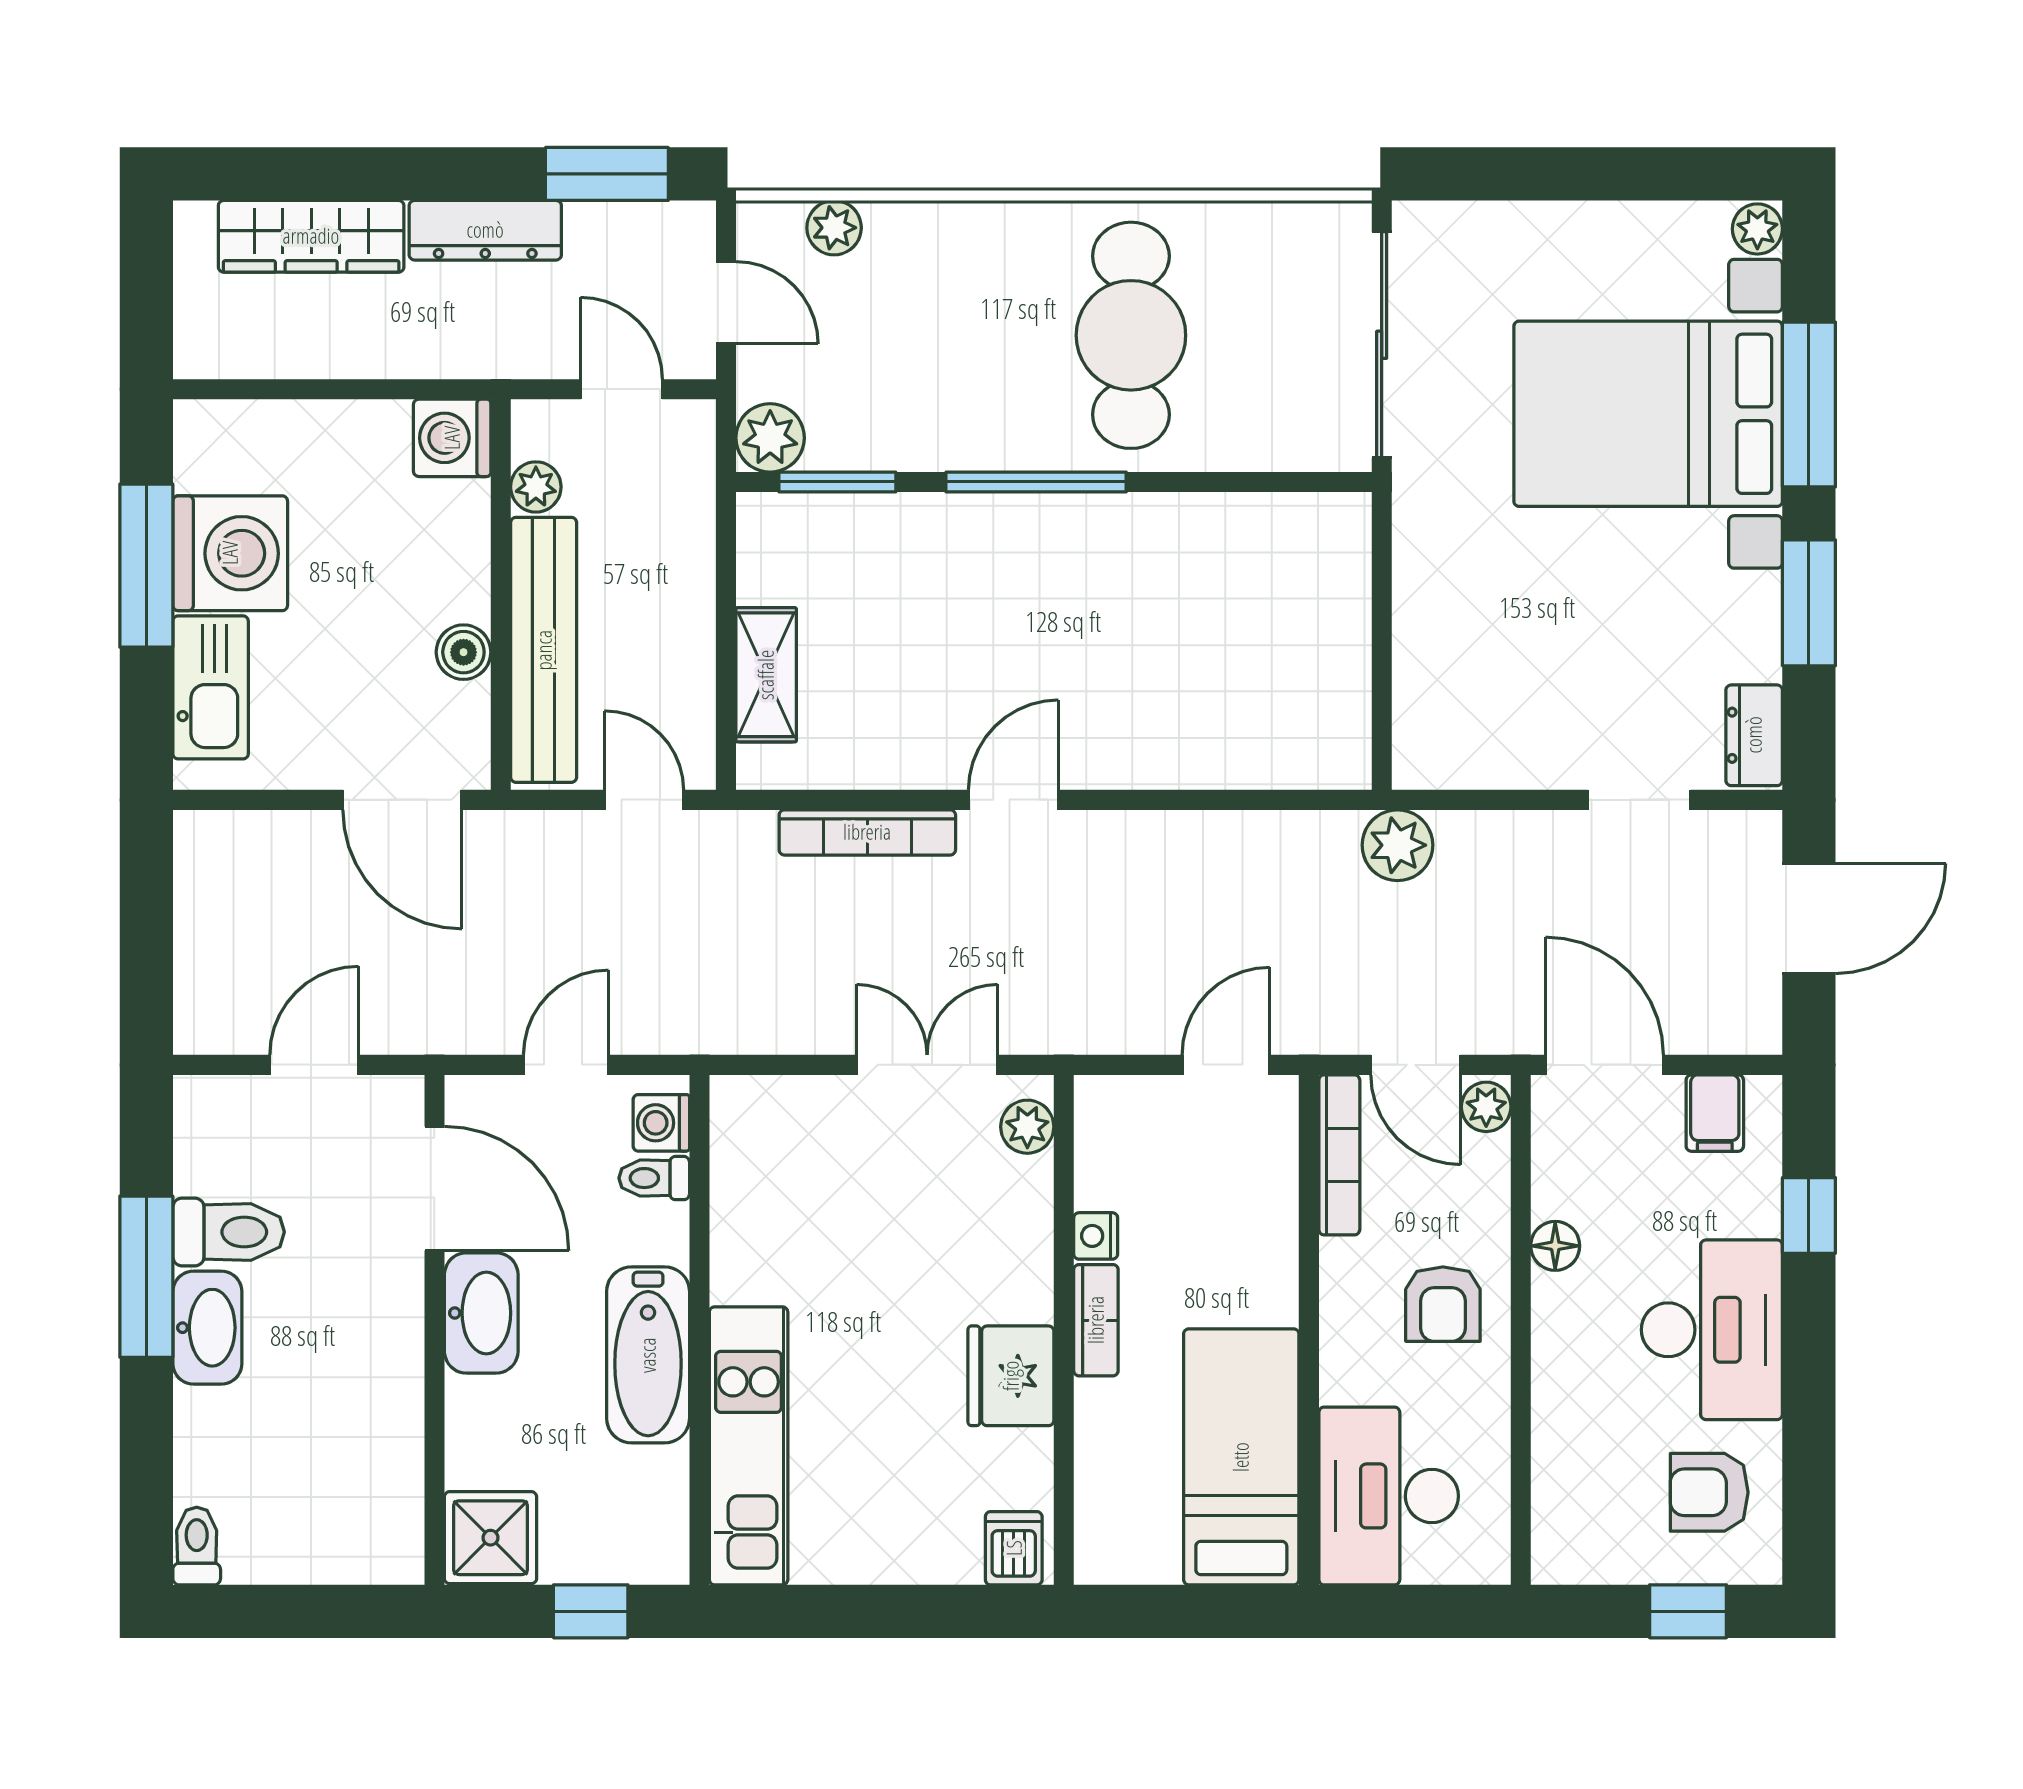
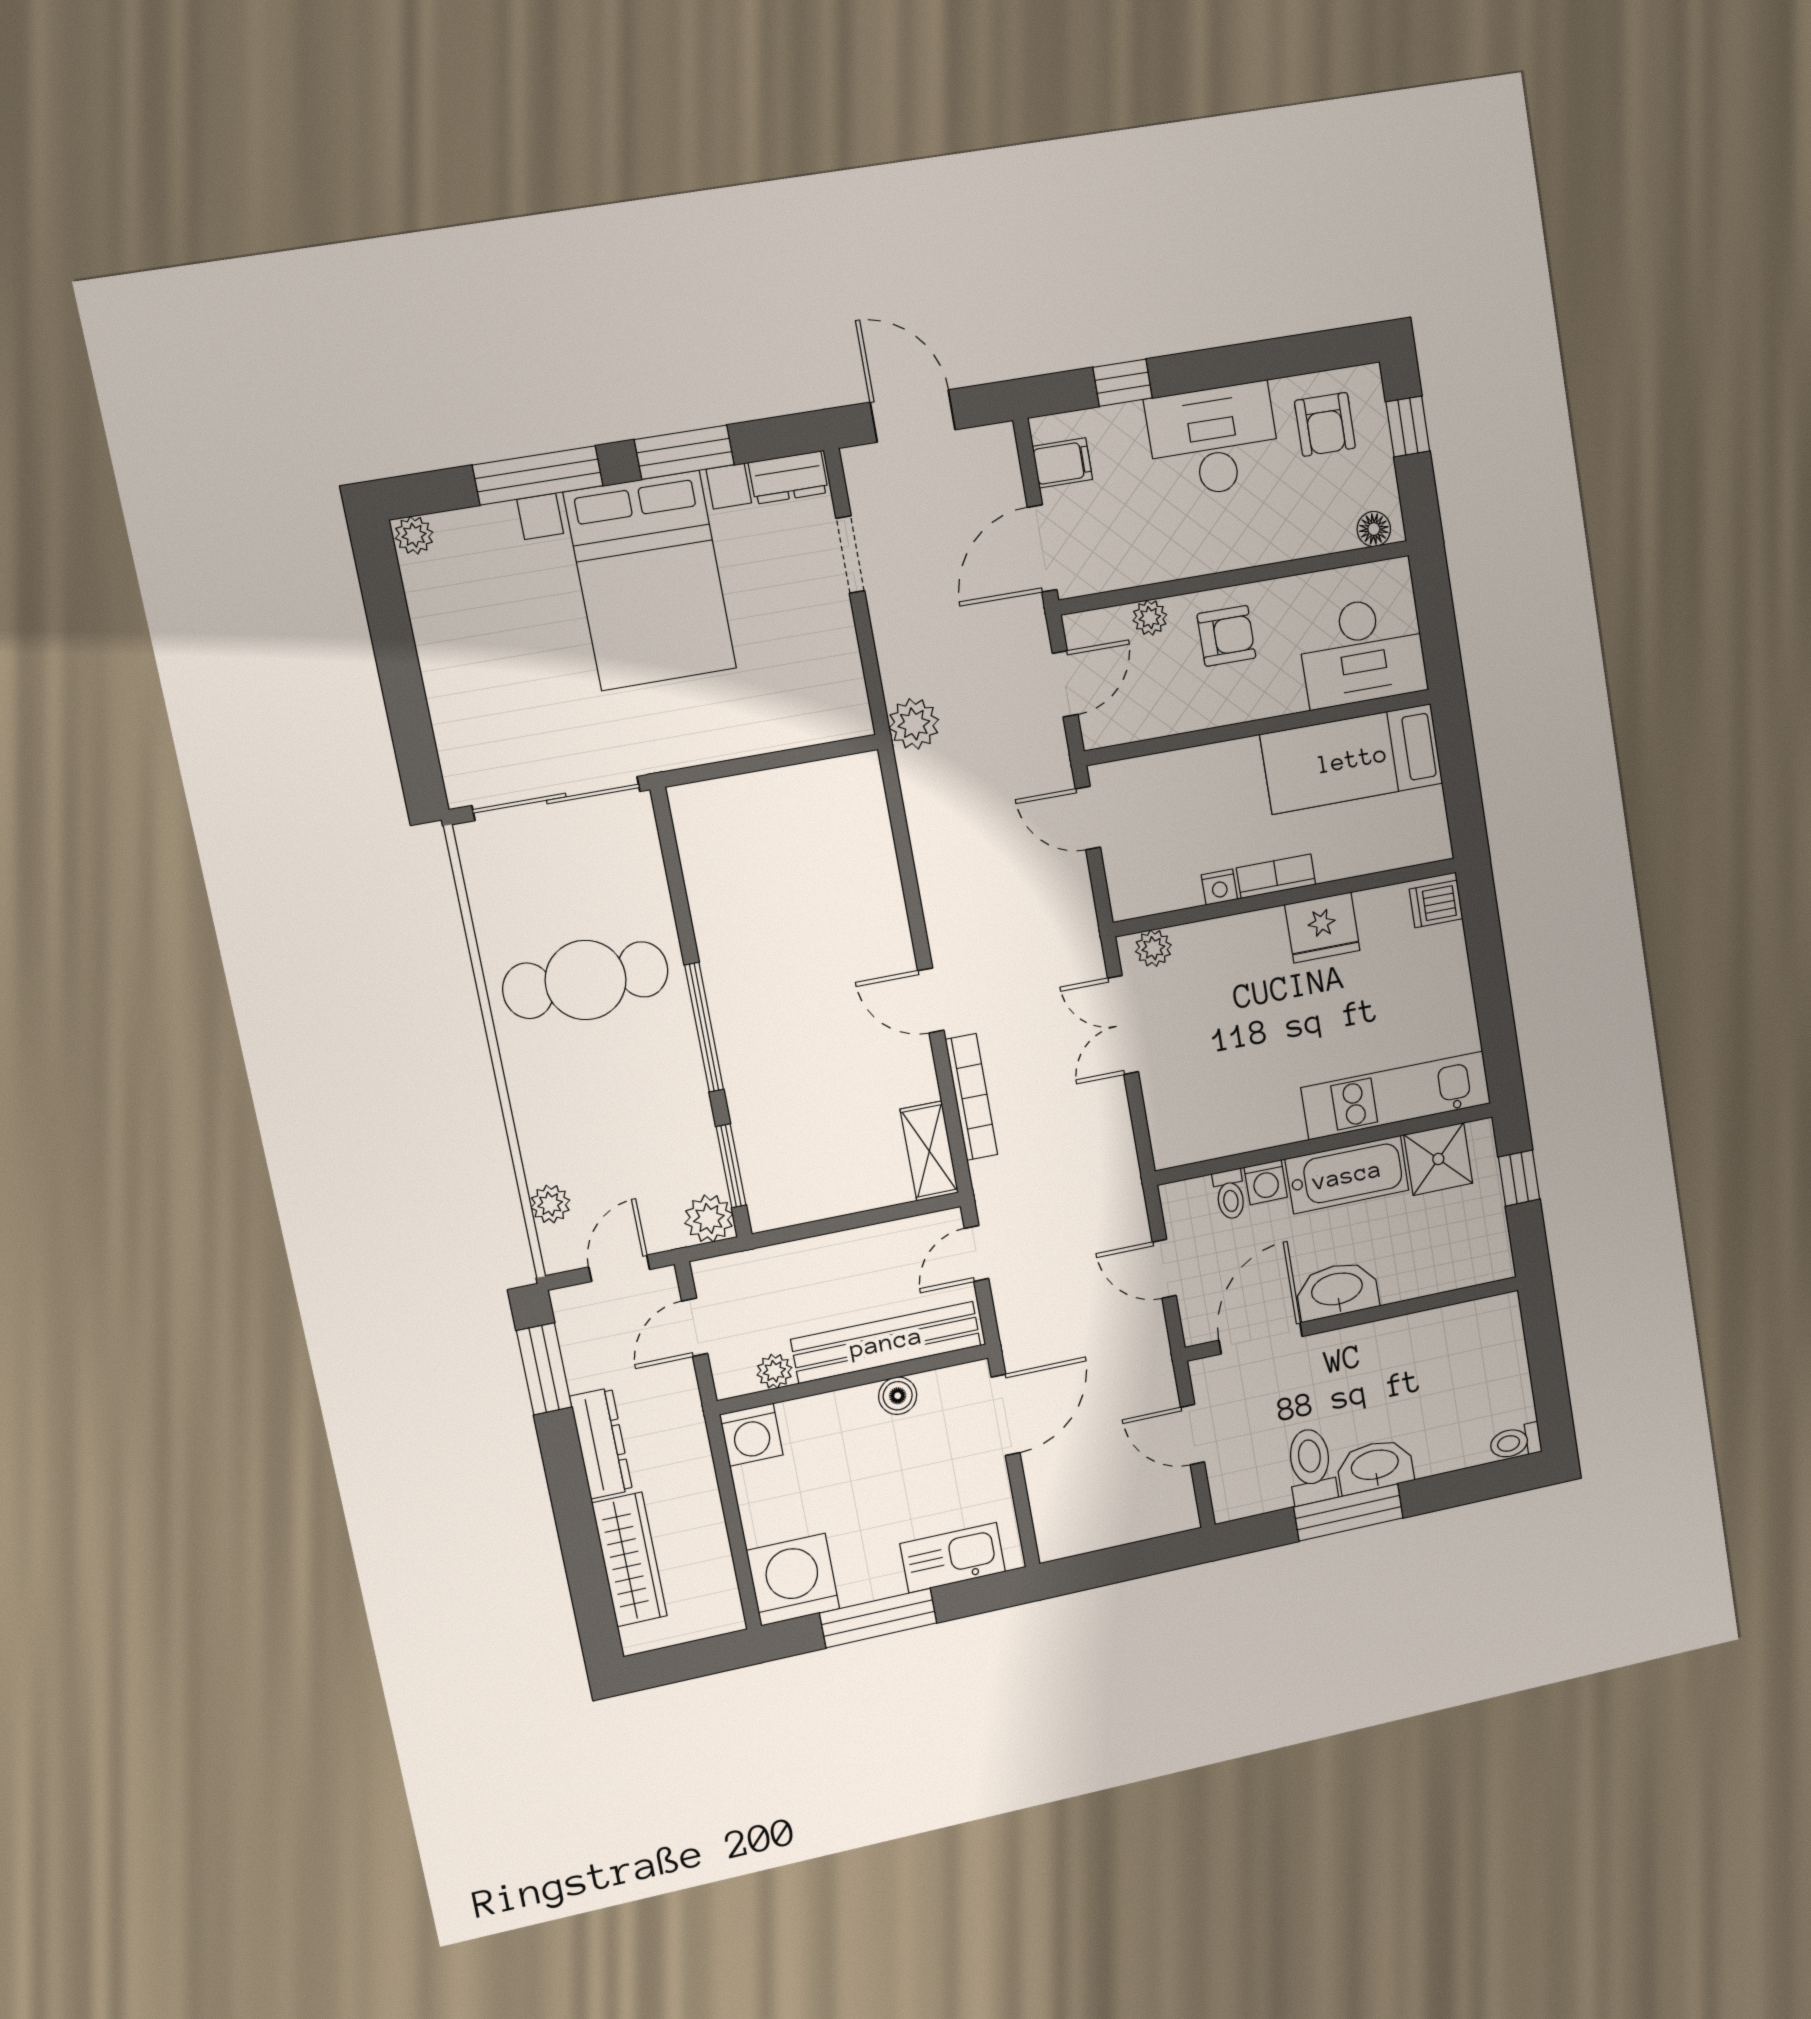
bed with nightstands: (1648, 414) -> (650, 581), moved
washing machine: (230, 553) -> (793, 1580), moved
shelving: (766, 675) -> (929, 1151), moved, turned 90
plant: (1486, 1107) -> (1150, 618), moved
washing machine: (661, 1123) -> (1266, 1182), moved
bookcase: (1339, 1155) -> (1136, 727), removed
floor lamp: (1555, 1246) -> (1374, 529), moved
shower: (491, 1538) -> (1438, 1159), moved

